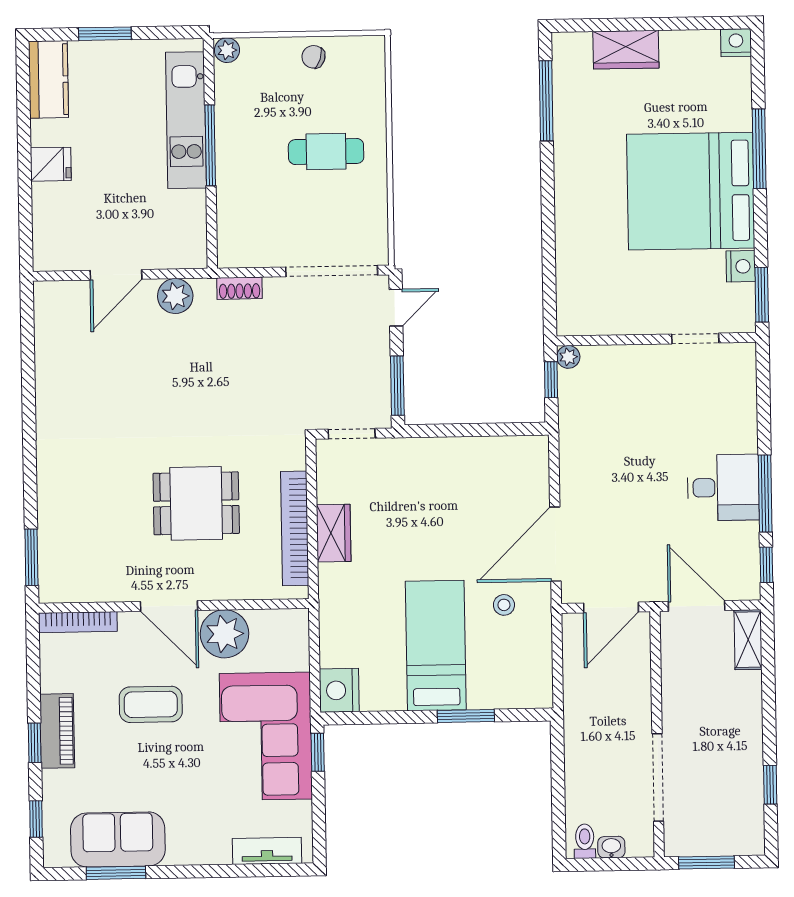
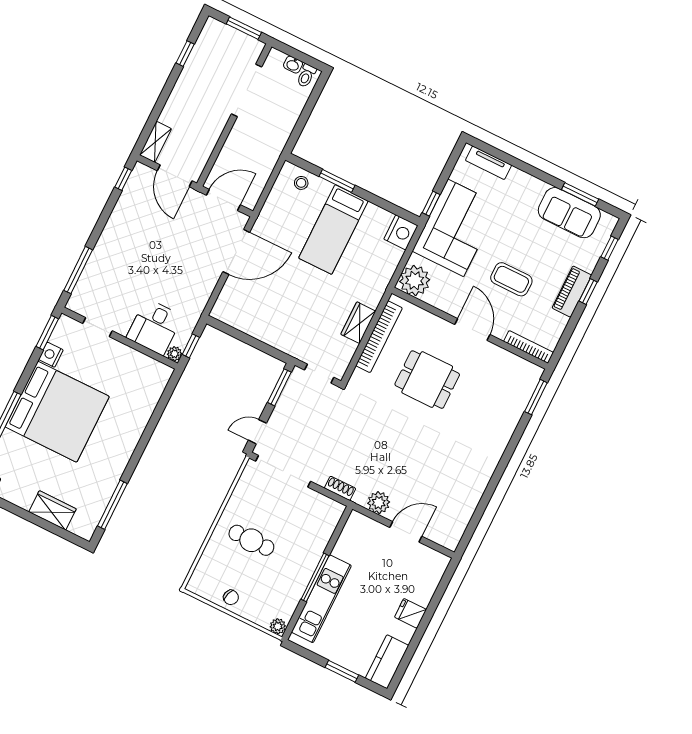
desk: (723, 487) -> (155, 327), moved, turned -90
window: (765, 493) -> (78, 270), moved
stool: (504, 605) -> (301, 183), moved
plant: (224, 634) -> (415, 281), moved

